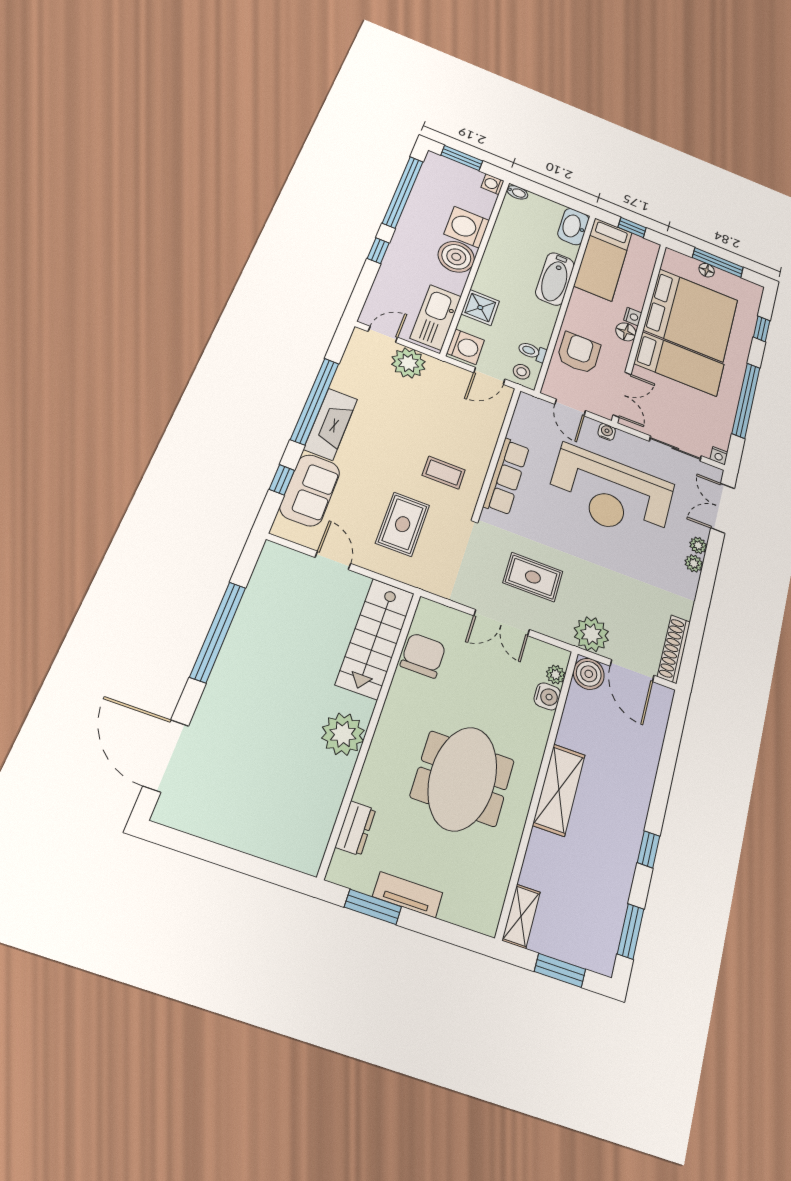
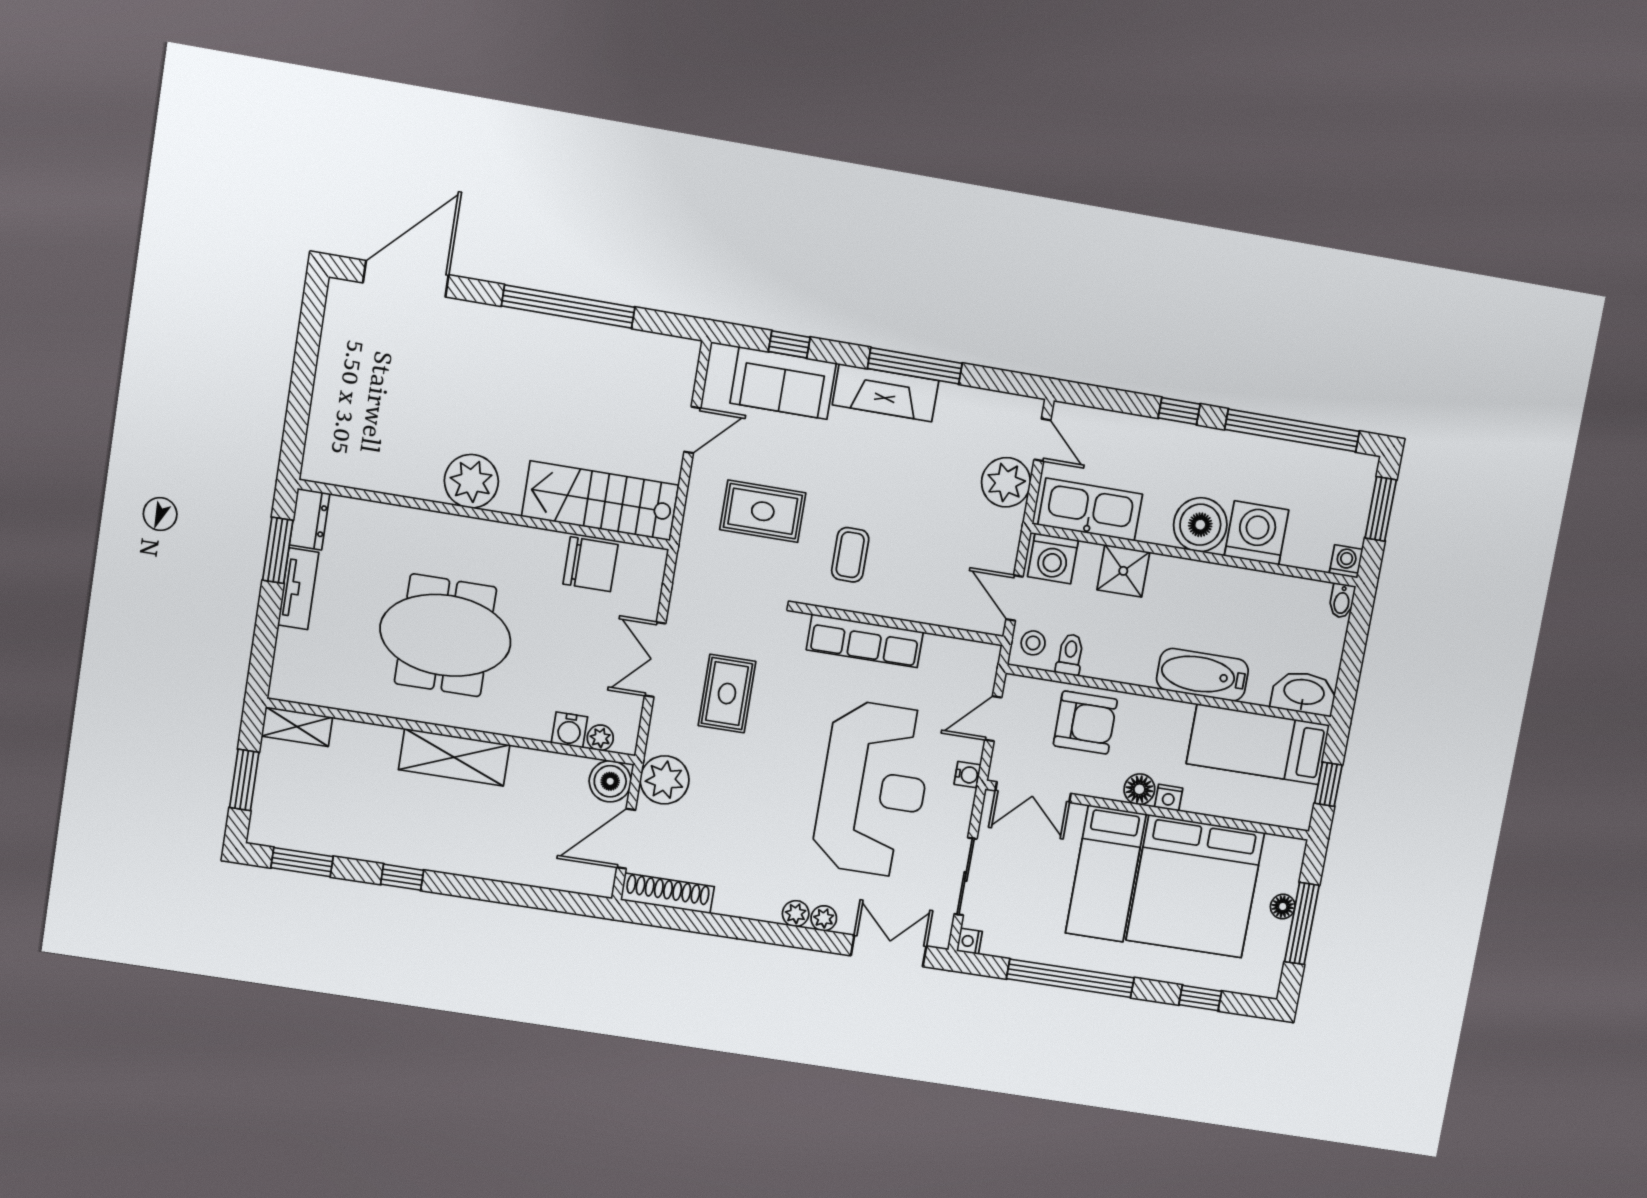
window: (315, 401) -> (915, 366), width x0.68
reception desk: (611, 494) -> (873, 789), turned 180
dresser: (356, 828) -> (310, 519), moved, turned -90

